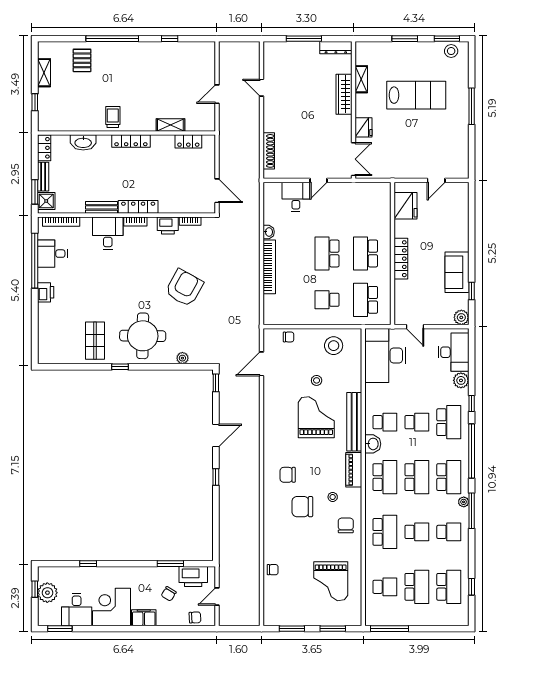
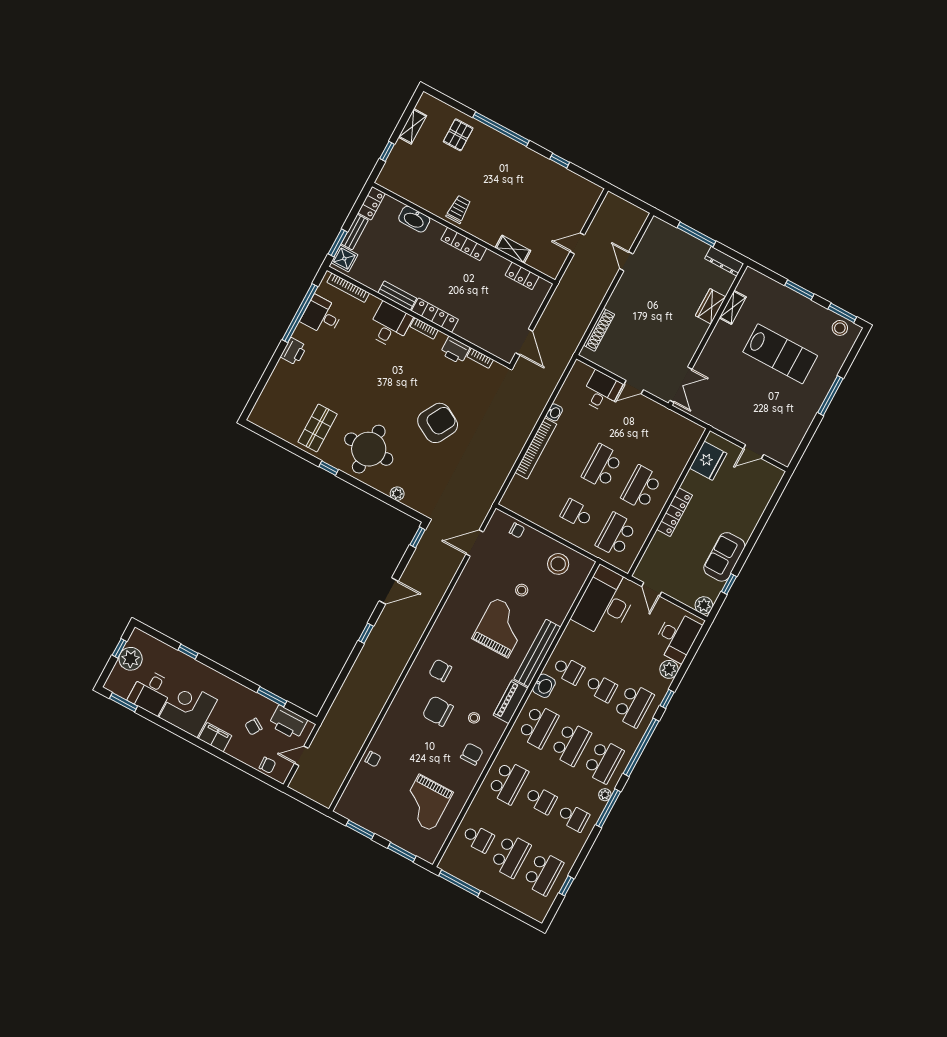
wardrobe: (344, 94) -> (711, 306), width x0.67
fridge: (364, 127) -> (709, 358), removed

